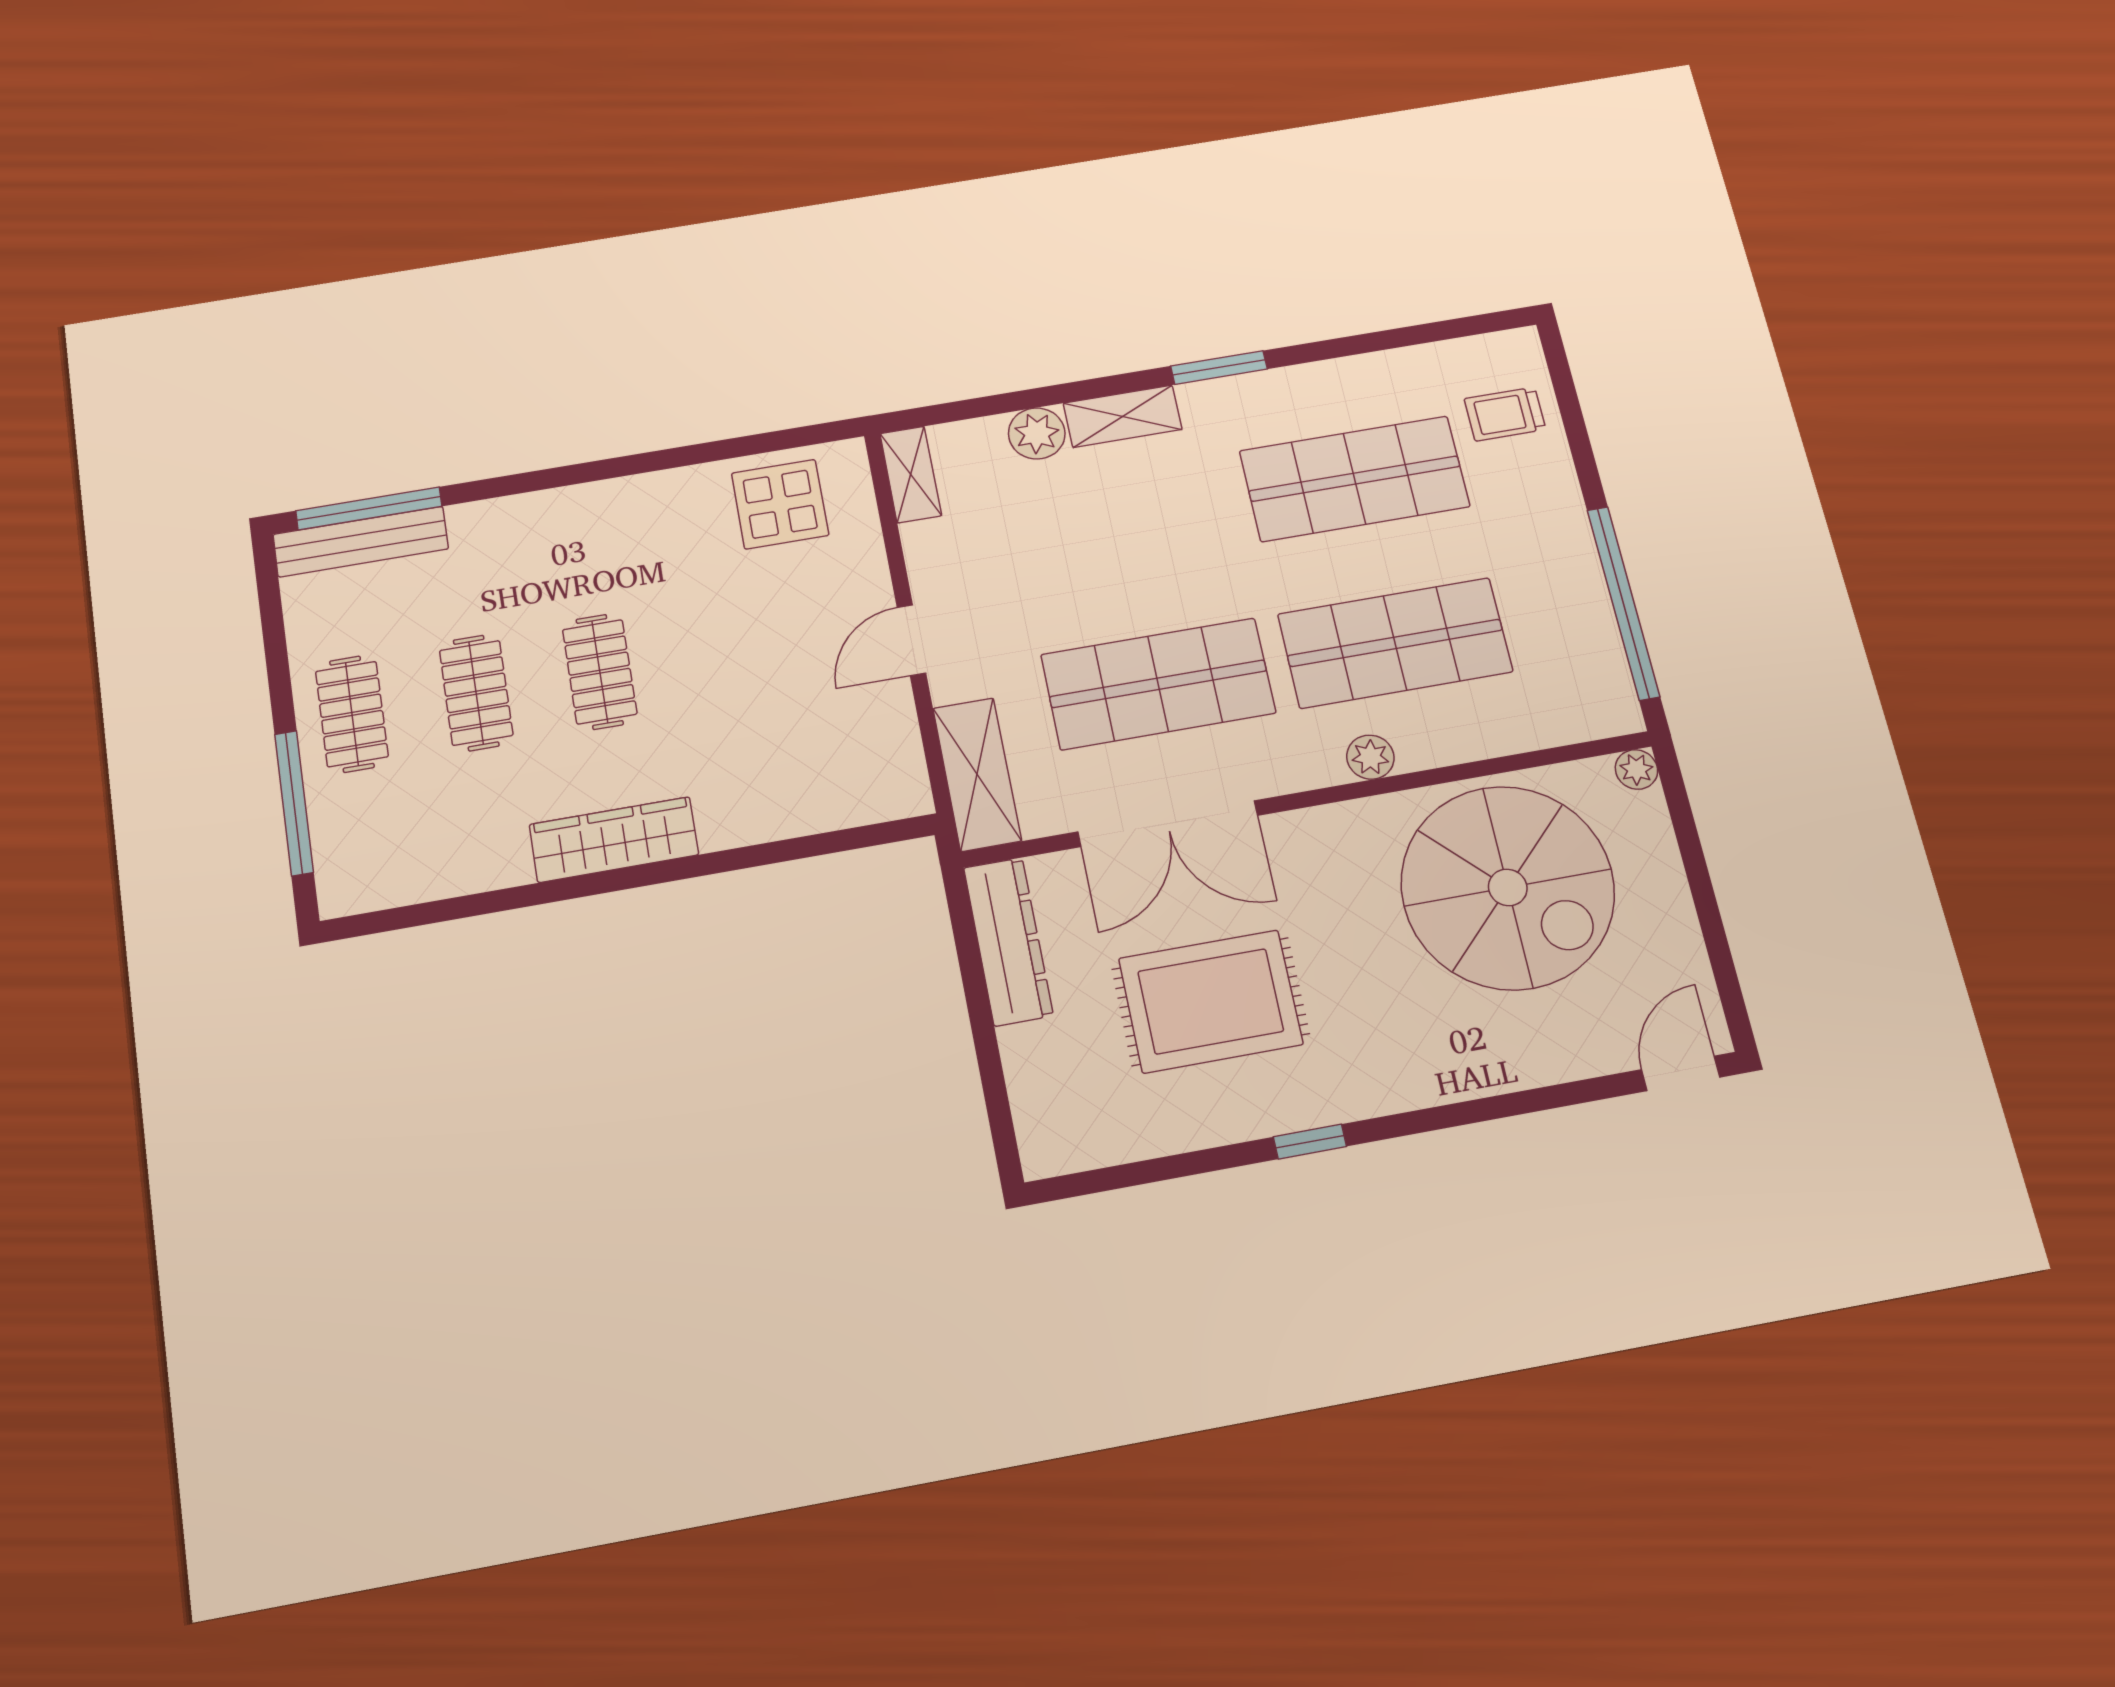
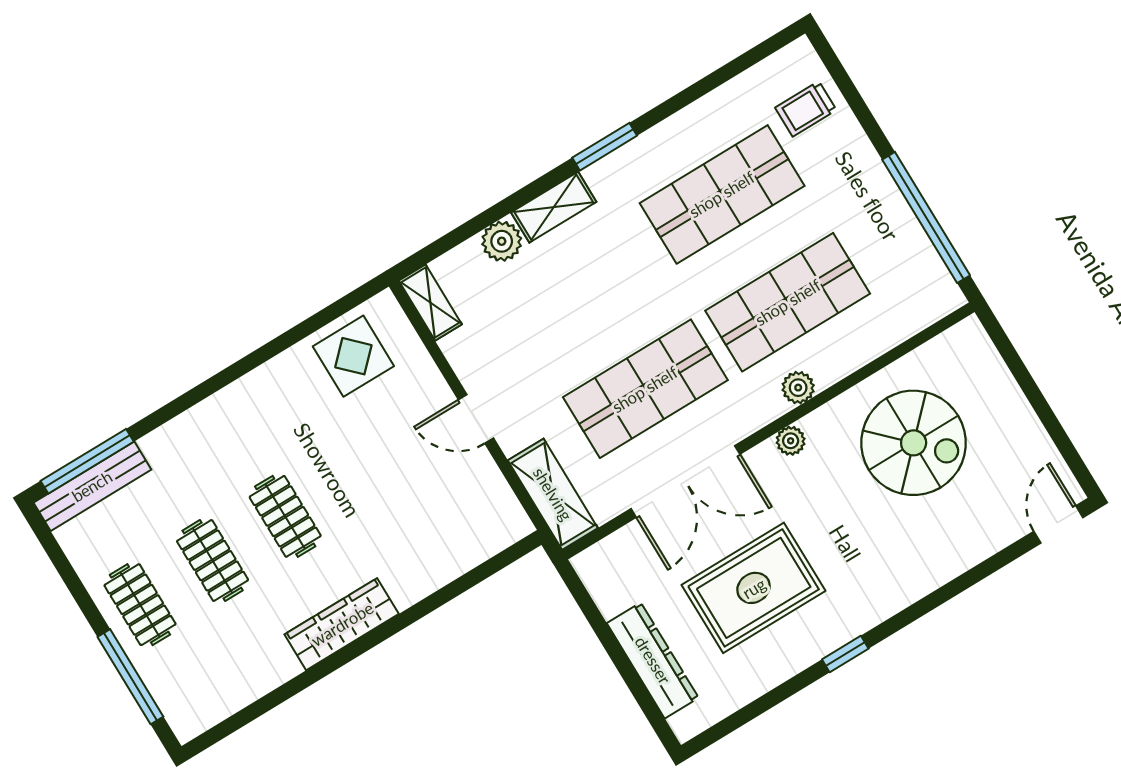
door: (911, 640) -> (476, 419), hinge flipped
plant: (1636, 769) -> (791, 441), moved
spiral stairs: (1508, 887) -> (914, 443), width x0.73, depth x0.73
dresser: (1008, 941) -> (653, 660), moved

